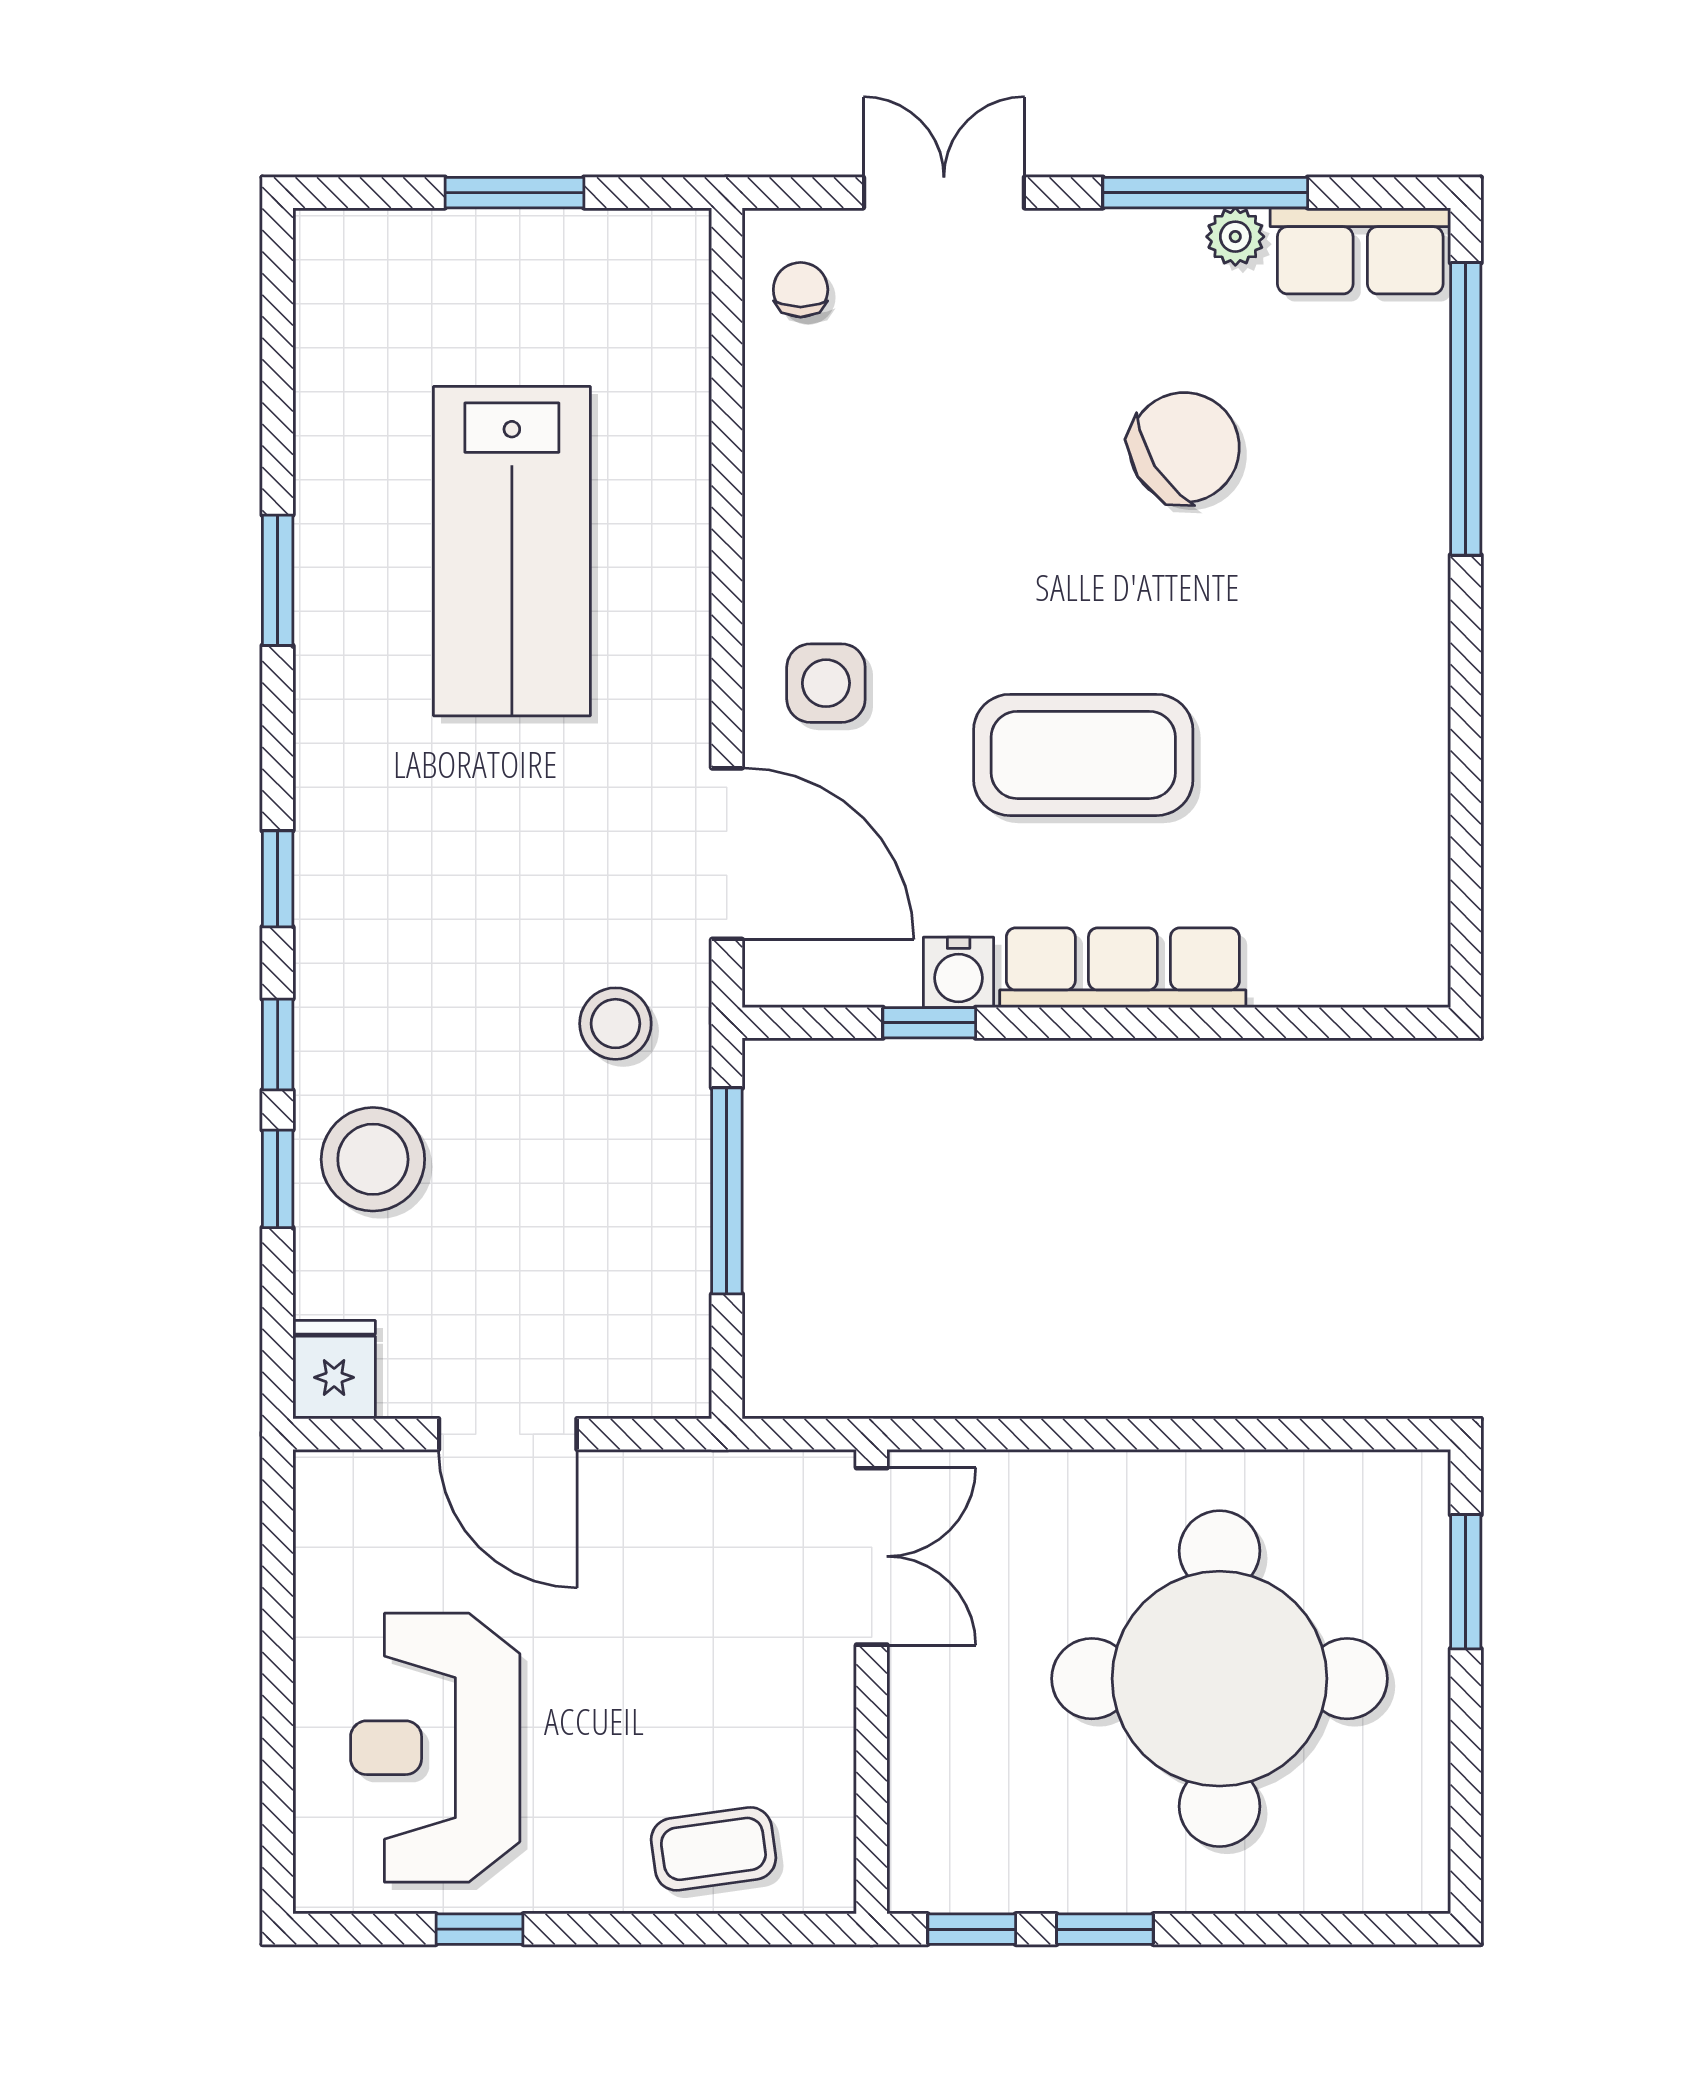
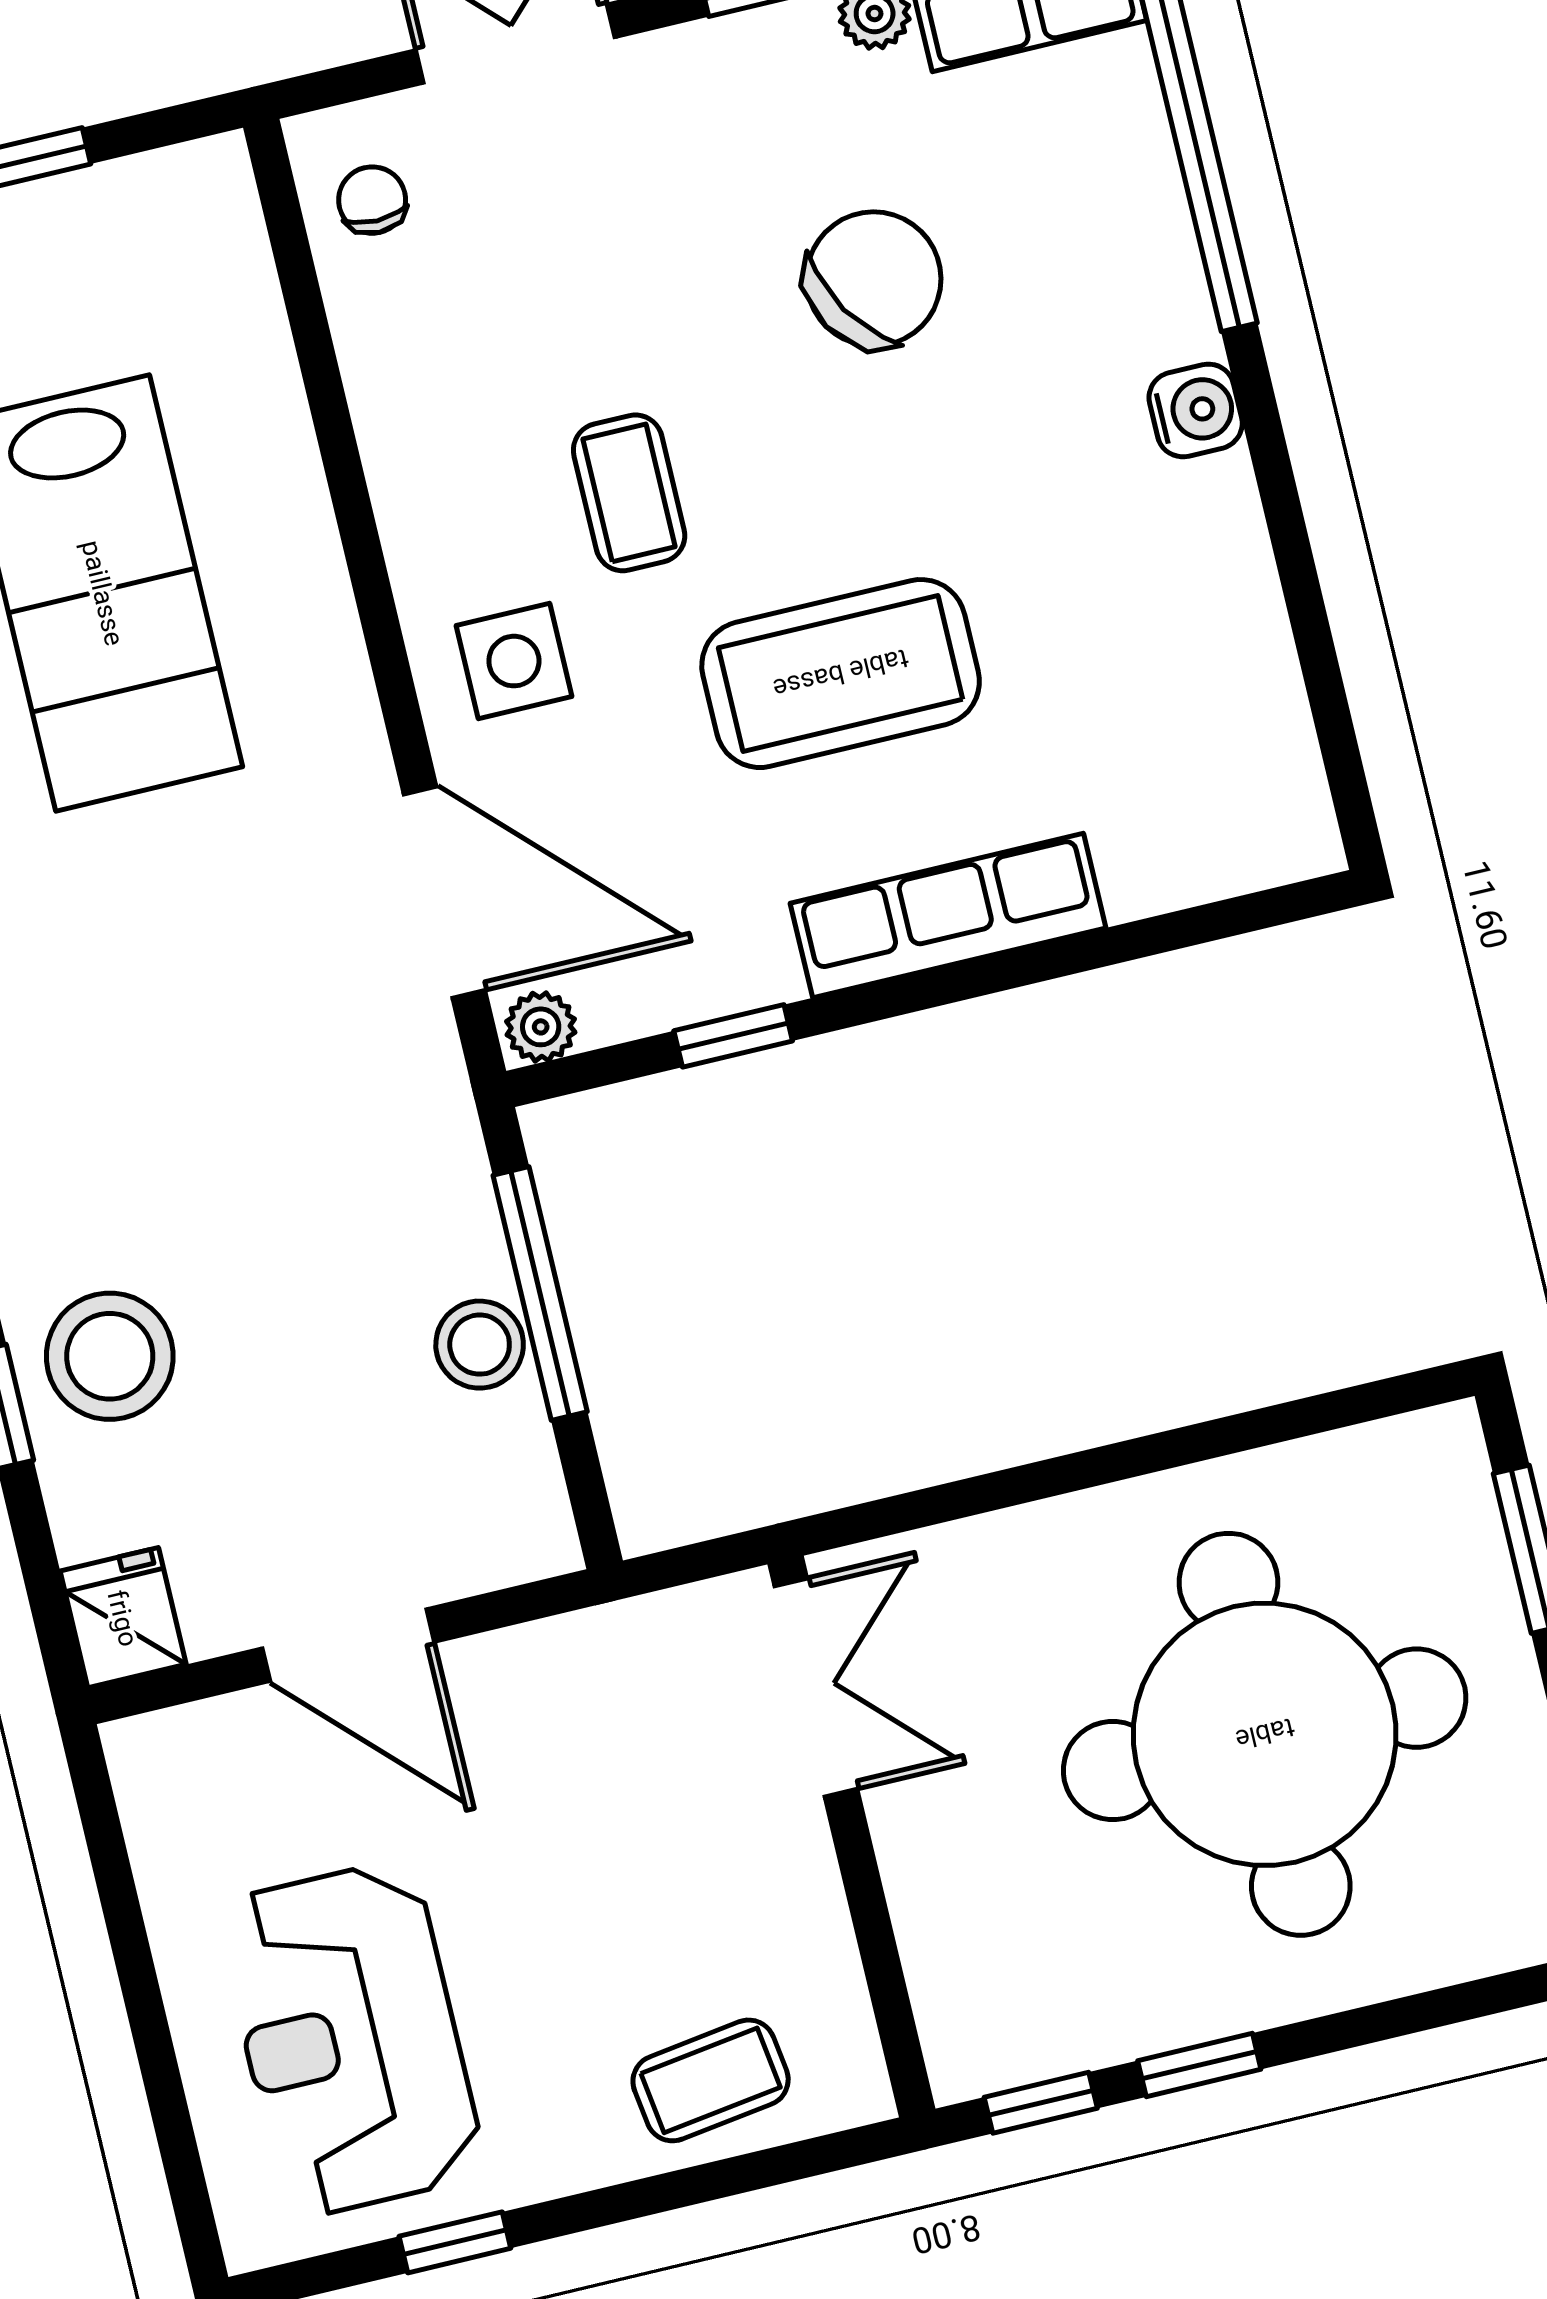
coffee table: (949, 571) -> (629, 493), added
water cooler: (959, 972) -> (1196, 410), moved, turned -90
plant: (778, 979) -> (541, 1027), added
stool: (615, 1024) -> (480, 1345), moved

